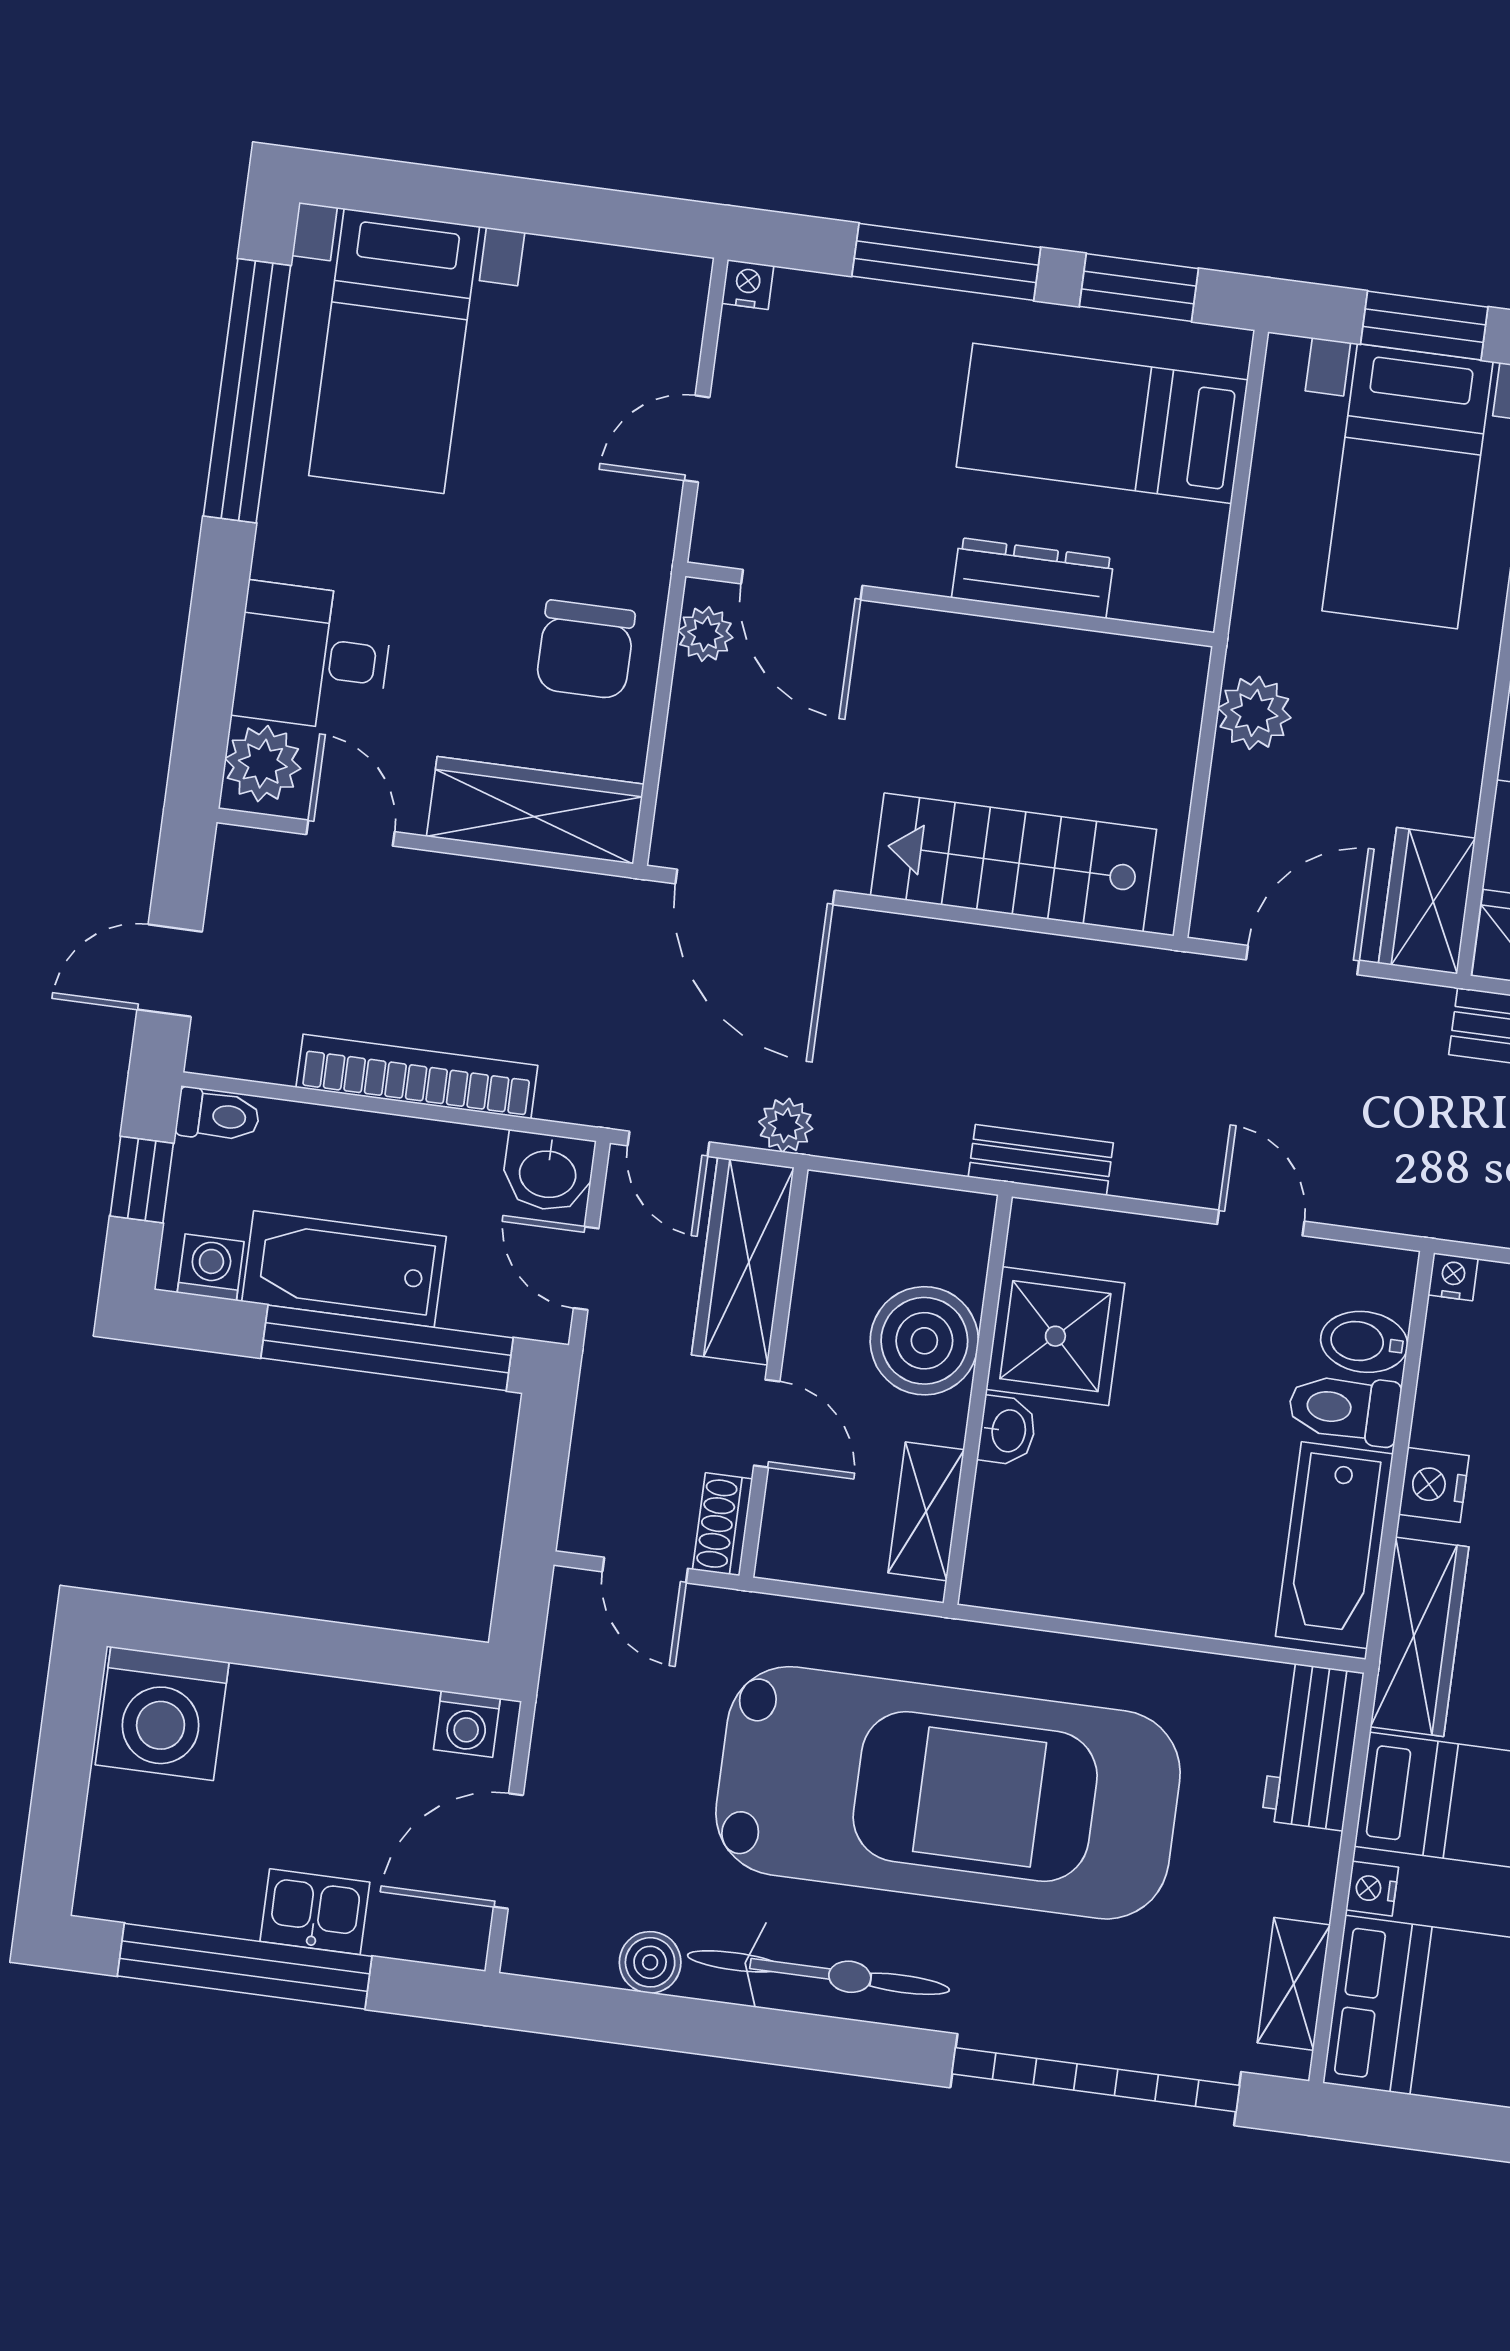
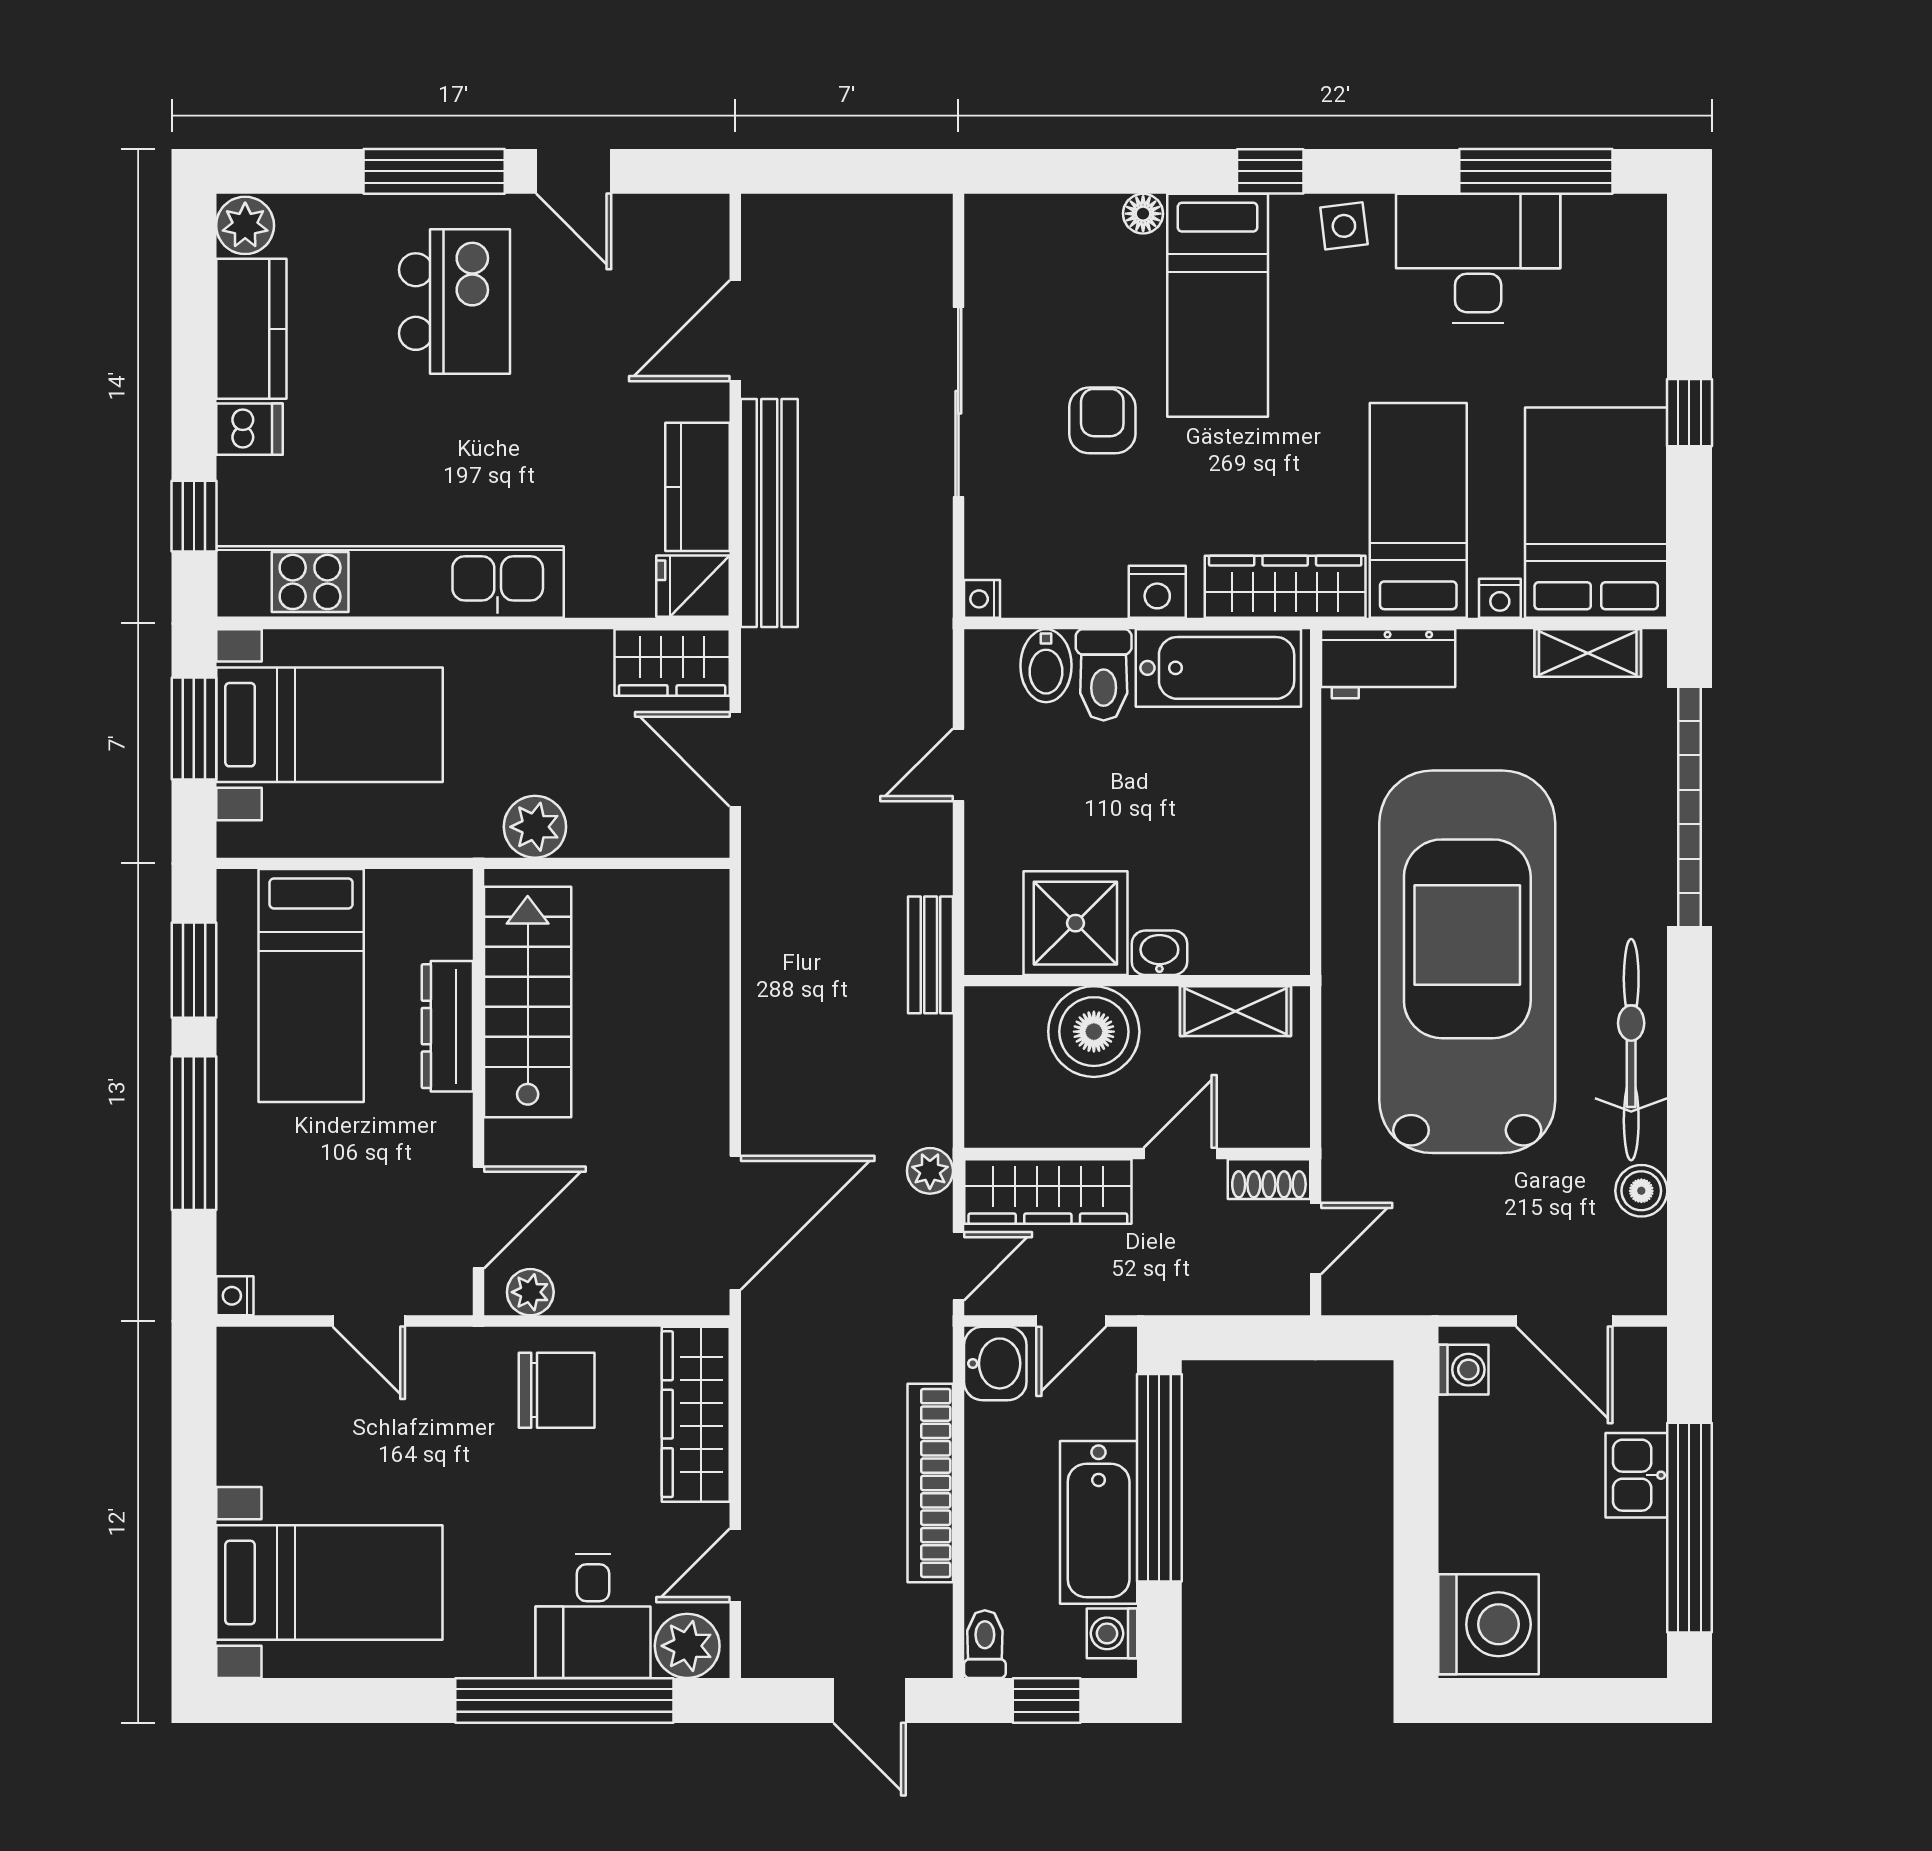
window: (247, 391) -> (564, 1700), moved
stairs: (1014, 862) -> (528, 1002), moved, turned 180

